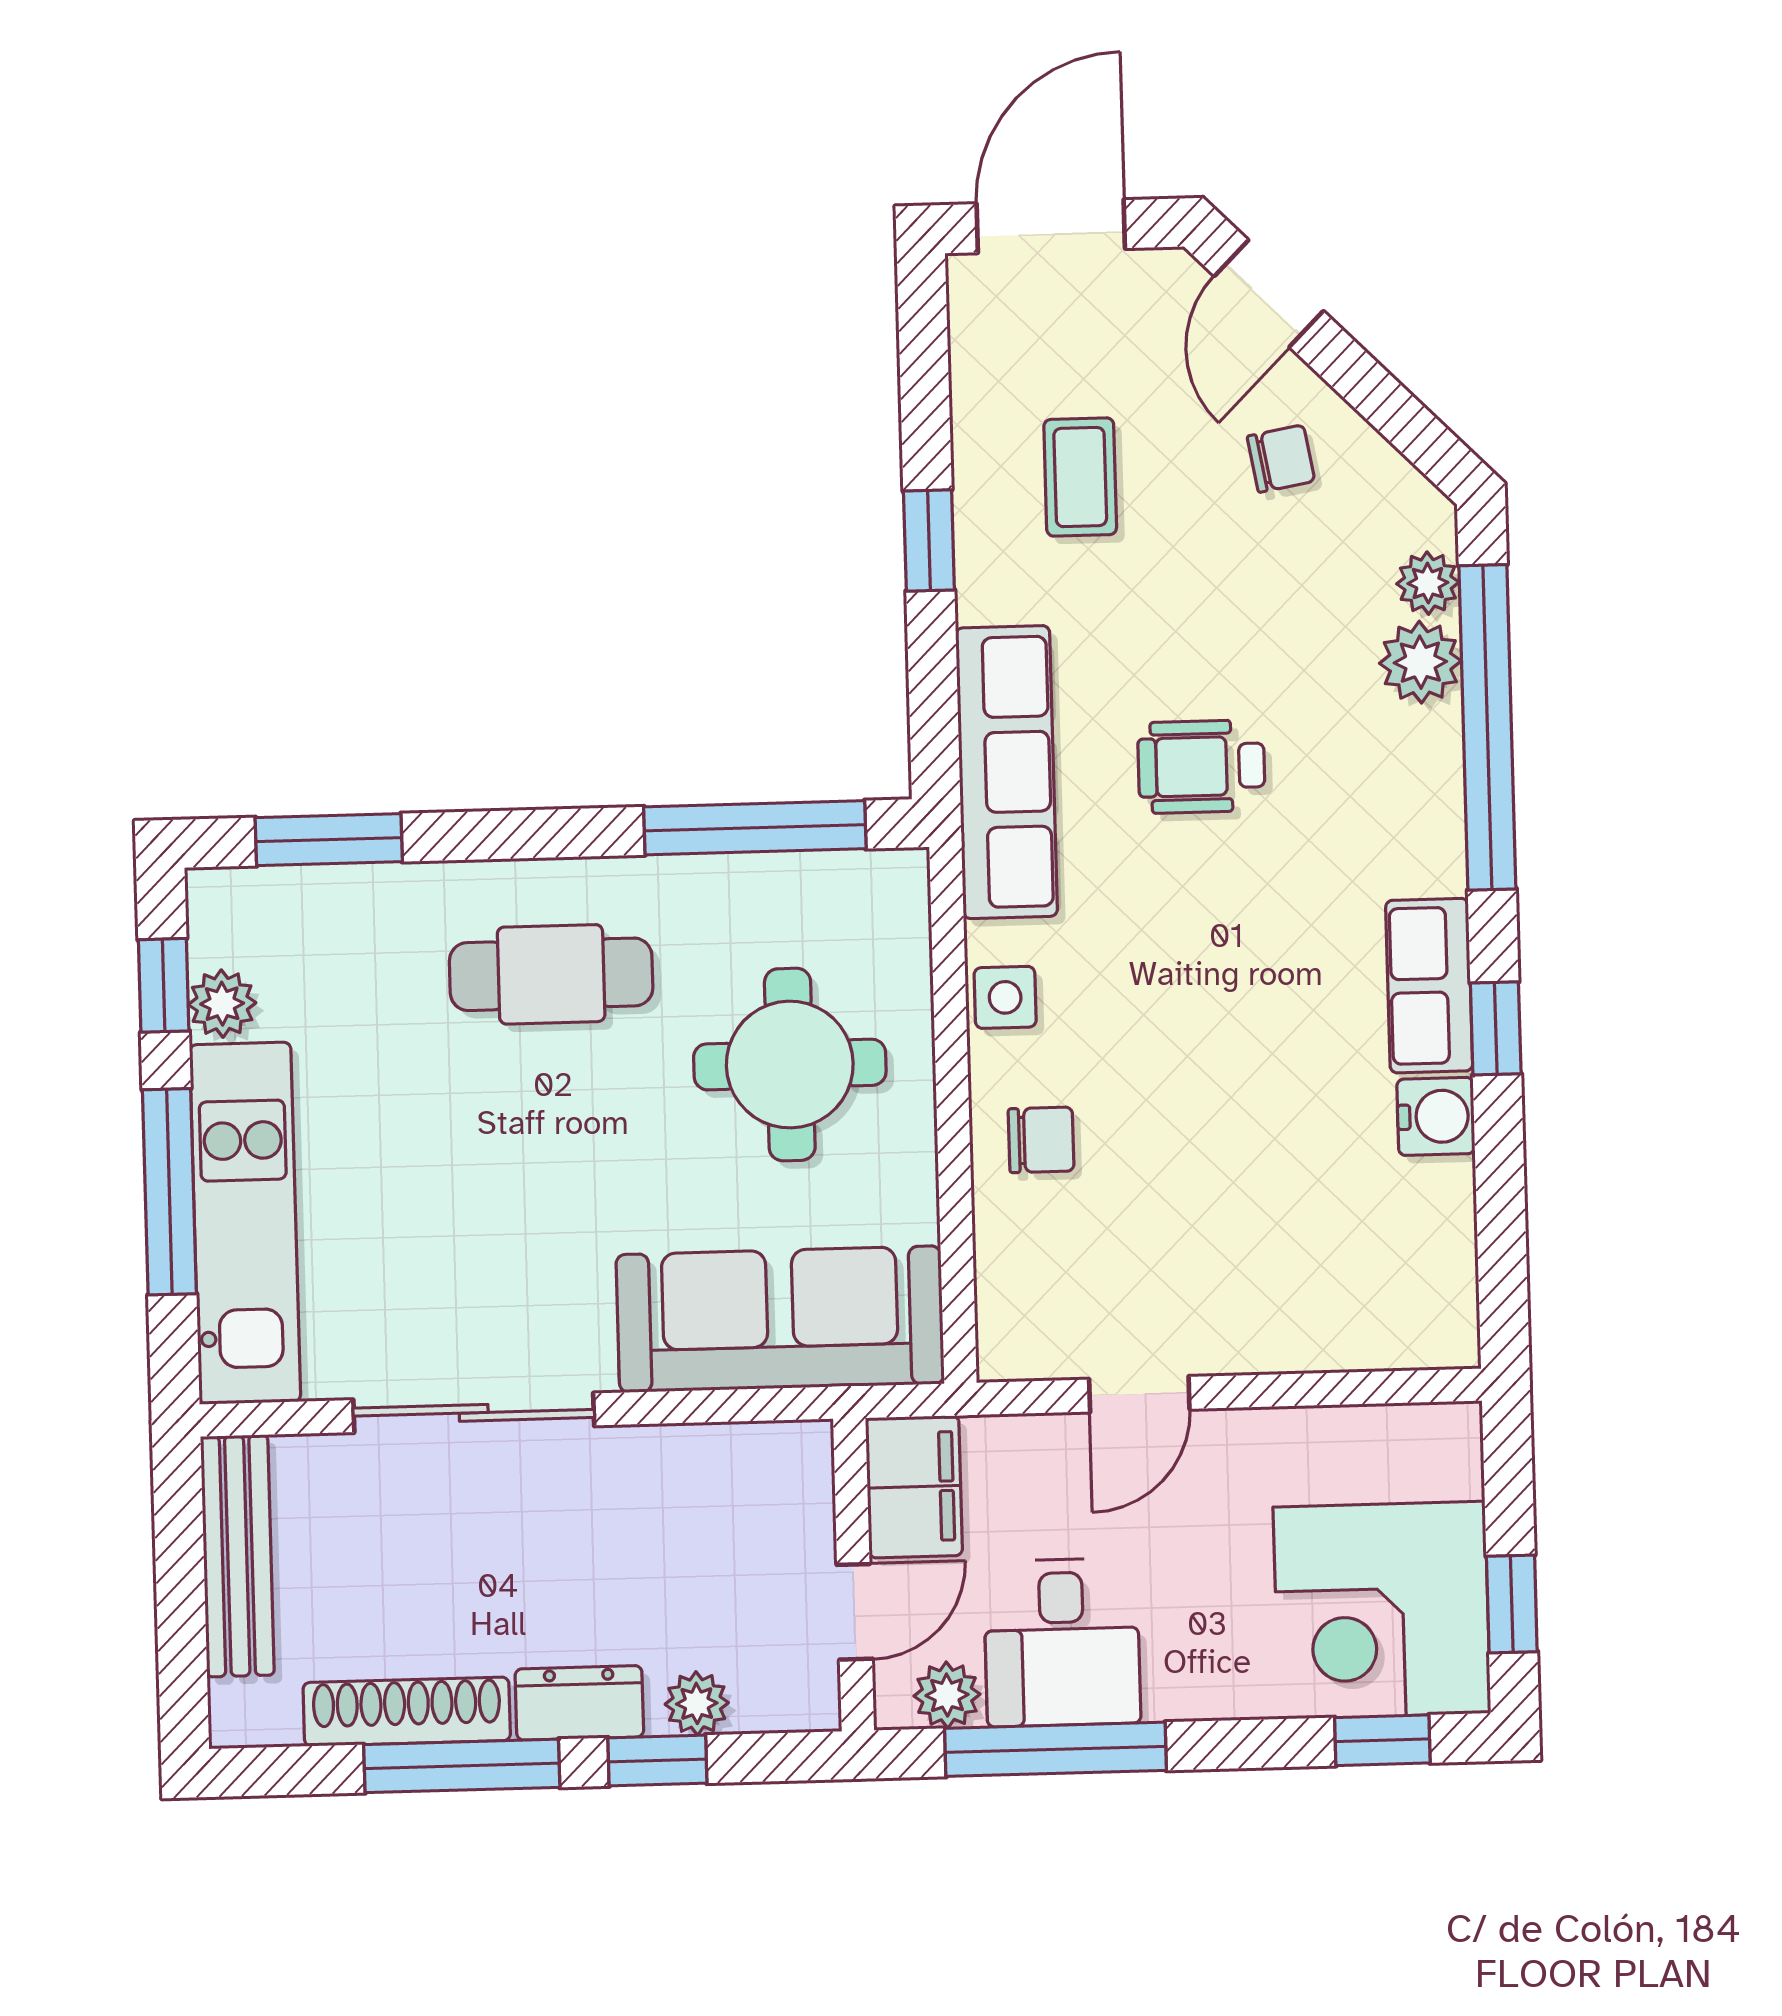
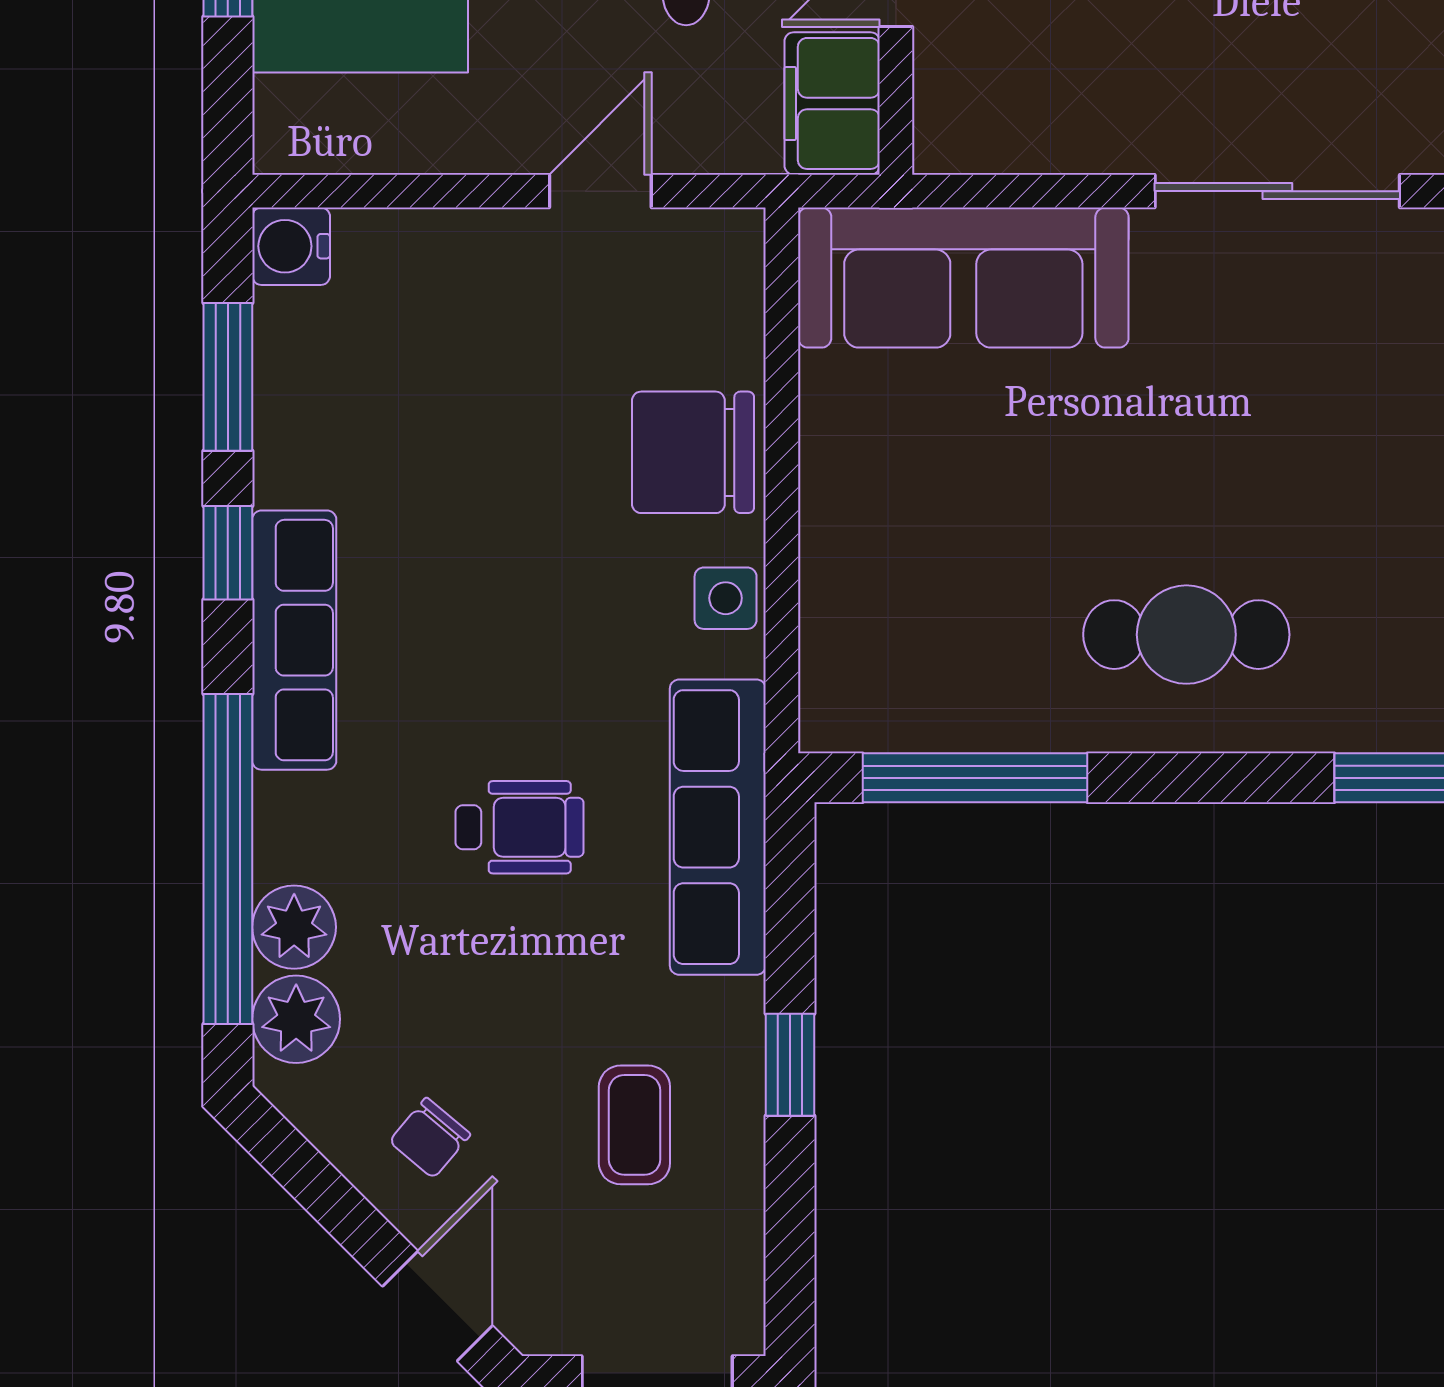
chair: (1281, 459) -> (430, 1138), turned -40
plant: (1428, 583) -> (296, 1019), width x1.38, depth x1.38
row of seats: (1429, 986) -> (294, 640), width x1.48
round table: (790, 1065) -> (946, 536), removed
water cooler: (1436, 1116) -> (291, 246), moved
chair: (1041, 1140) -> (693, 452), width x1.87, depth x1.87
window: (1501, 1201) -> (228, 377), added

